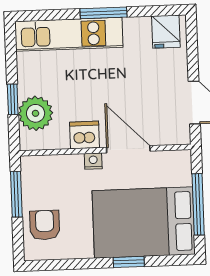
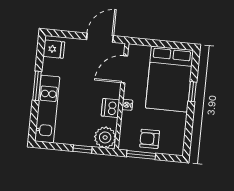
plant: (36, 113) -> (105, 137), moved
door: (128, 149) -> (124, 69), moved
window: (198, 204) -> (163, 44), removed
armchair: (45, 225) -> (150, 139), moved

